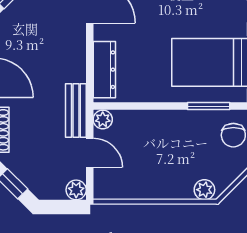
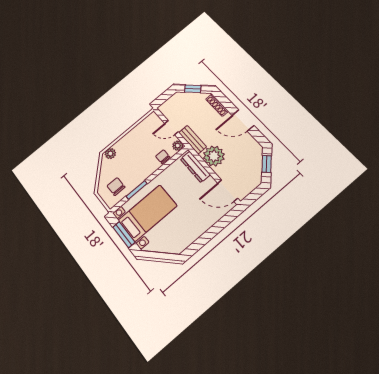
chair: (136, 122) -> (163, 157), added
plant: (76, 190) -> (214, 156), moved, width x1.87, depth x1.87

